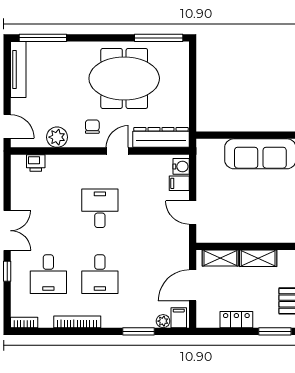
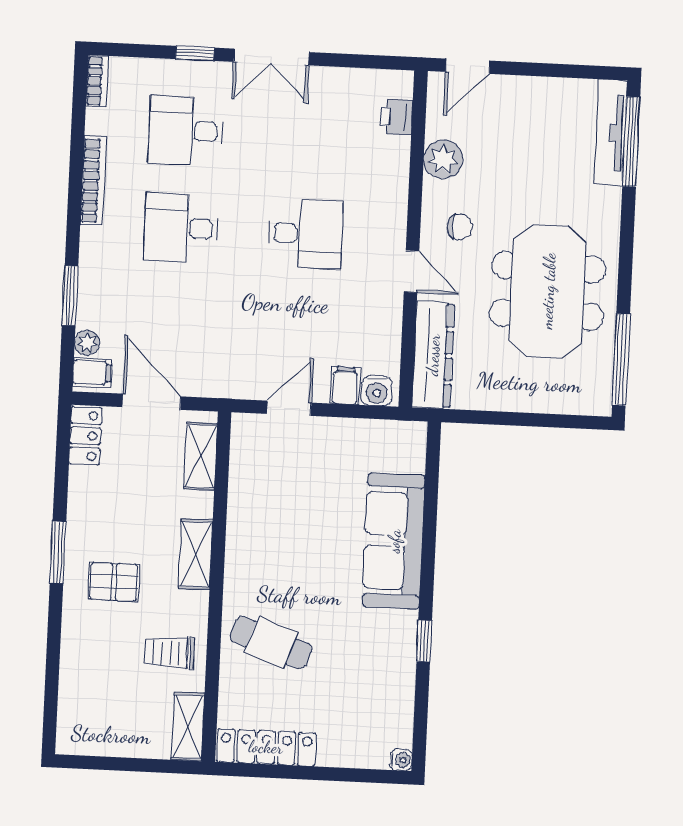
tv unit: (18, 69) -> (611, 133), moved, turned 90
shelving: (258, 258) -> (196, 554), moved
locker: (236, 320) -> (85, 436), moved

